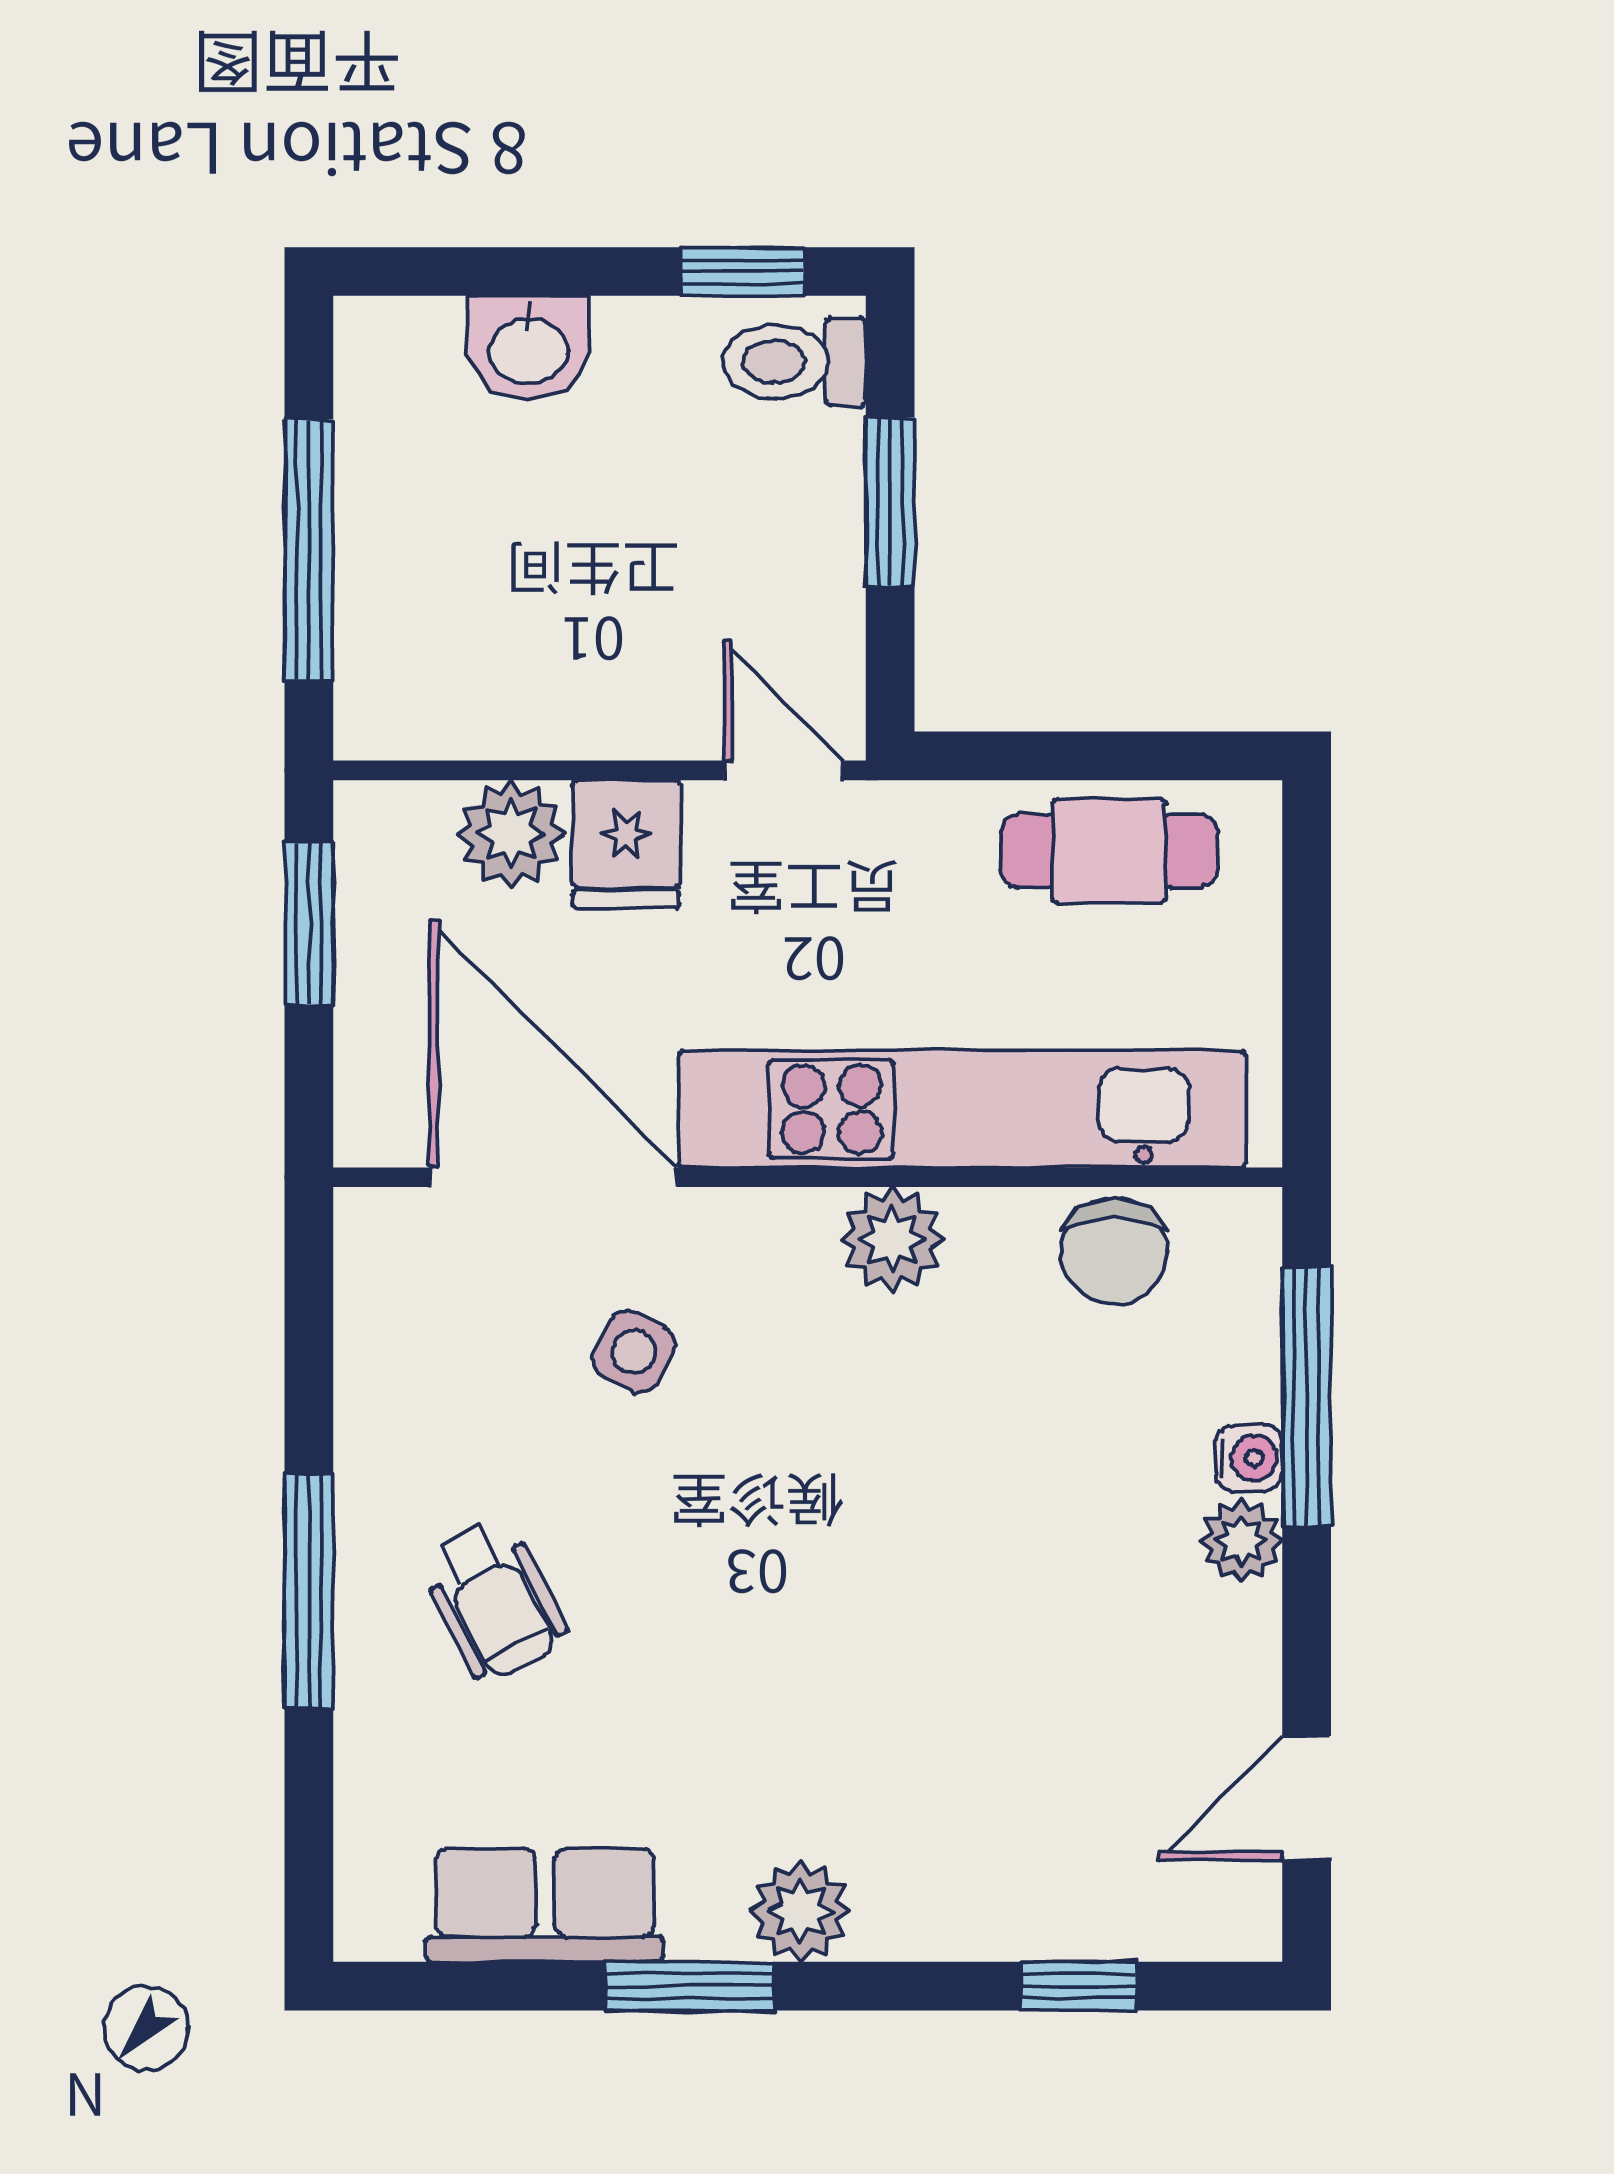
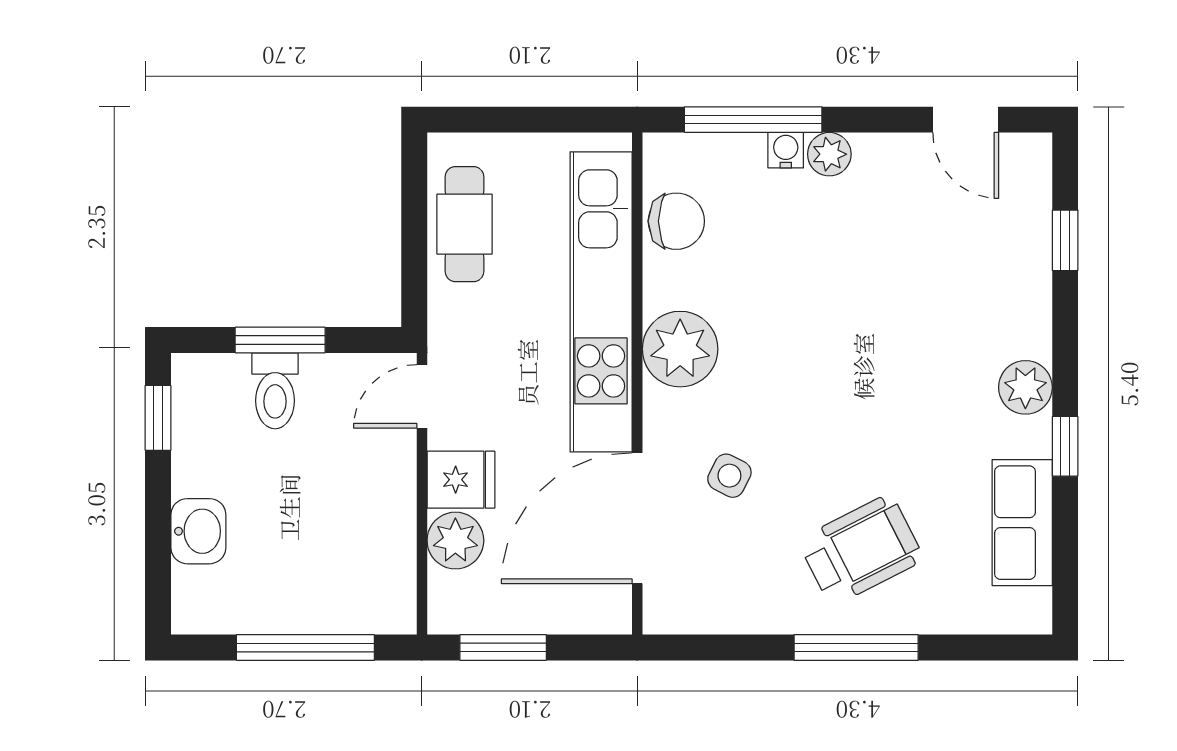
toilet: (794, 362) -> (275, 391), moved
plant: (892, 1239) -> (680, 349), width x1.36, depth x1.36
wheelchair: (494, 1600) -> (861, 550), width x1.36, depth x1.37
window: (689, 1986) -> (1065, 446), width x0.67

